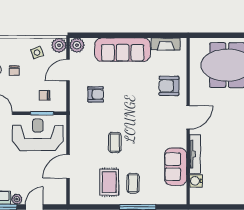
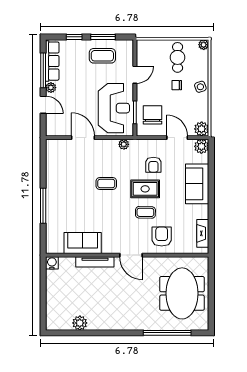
sofa: (123, 50) -> (197, 184), width x0.73
side table: (37, 53) -> (200, 87), moved
chair: (45, 95) -> (152, 115), width x1.87, depth x1.87
plant: (75, 125) -> (124, 144), added
water cooler: (196, 181) -> (52, 263), moved
rug: (109, 182) -> (145, 189), moved
coffee table: (133, 183) -> (145, 212), moved

